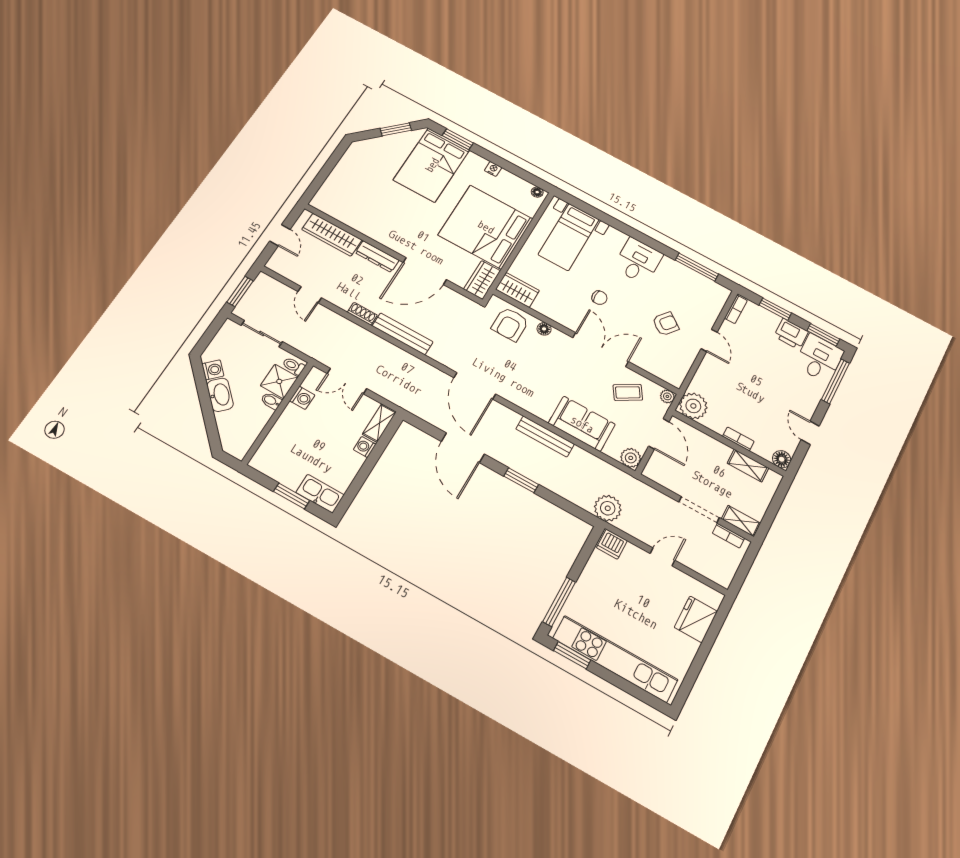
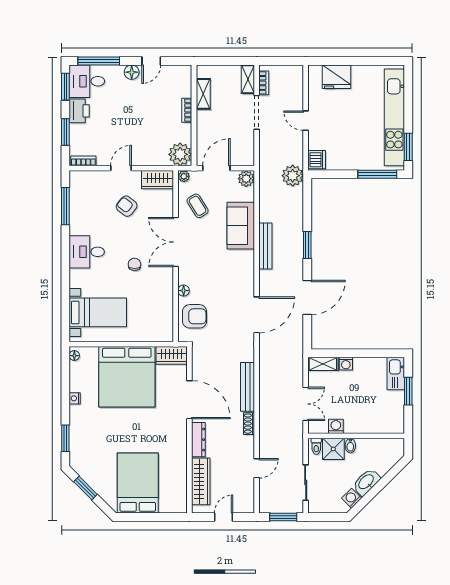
bed: (432, 165) -> (138, 483), moved, turned -90
wardrobe: (518, 290) -> (157, 180), moved, turned -90
floor lamp: (782, 459) -> (132, 72), moved

